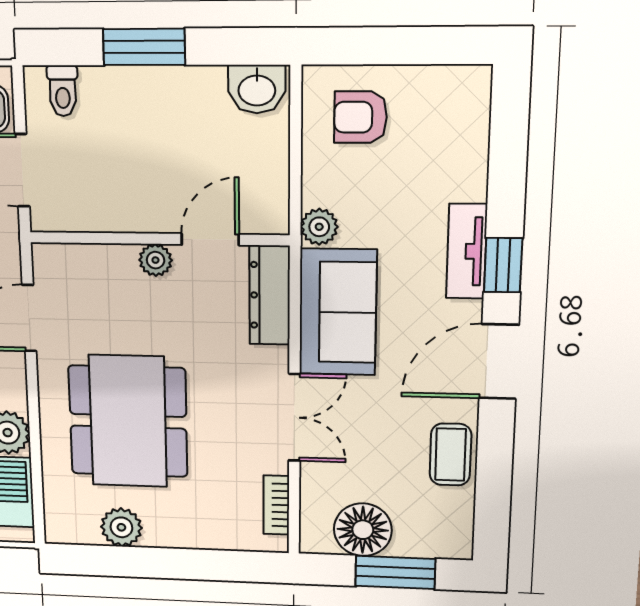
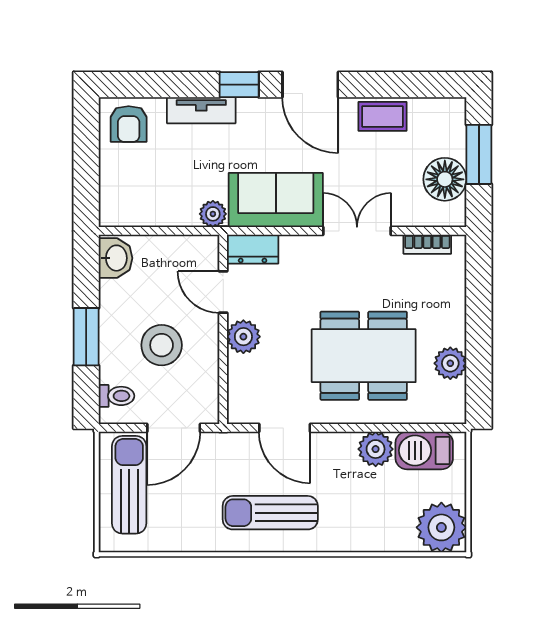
armchair: (360, 117) -> (129, 124), moved
stool: (135, 154) -> (162, 345), added
tv unit: (467, 251) -> (201, 110), moved
plant: (156, 260) -> (243, 337), width x1.38, depth x1.38
dresser: (270, 295) -> (253, 249), width x0.70

